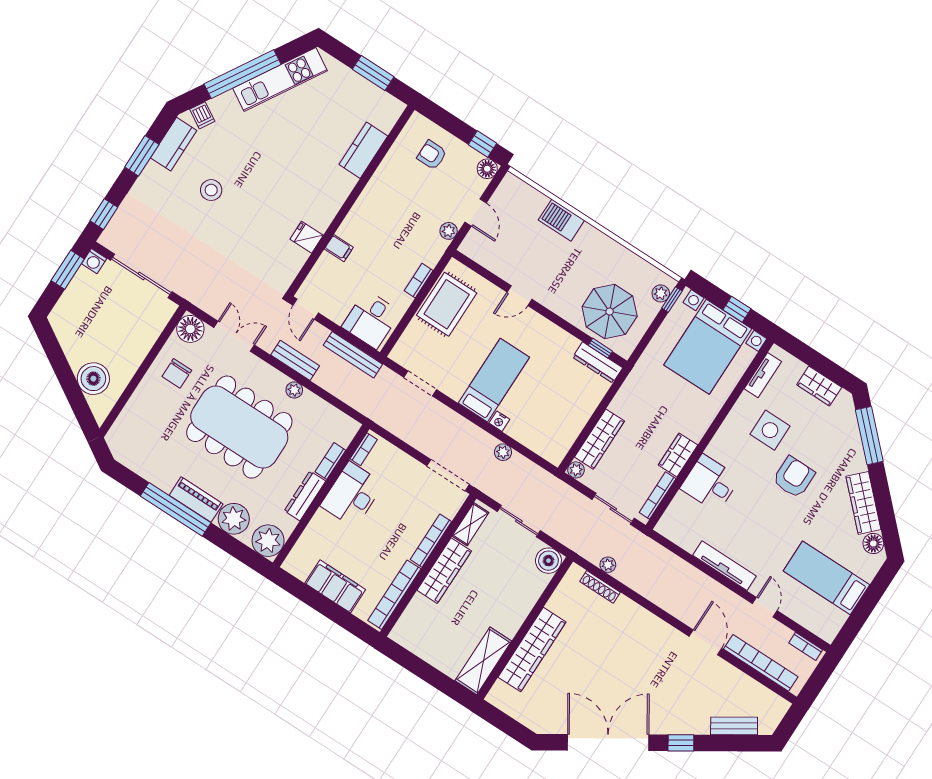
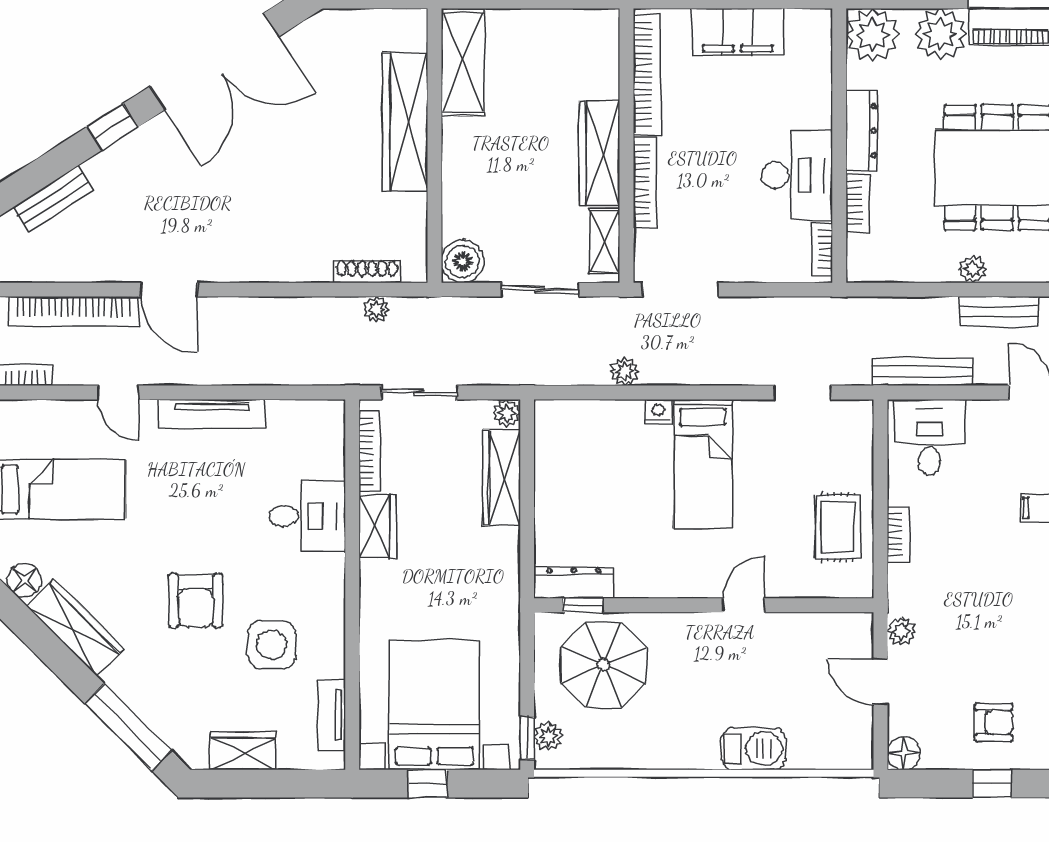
window: (483, 144) -> (992, 784), moved
rug: (447, 304) -> (838, 527), width x0.73, depth x0.70

